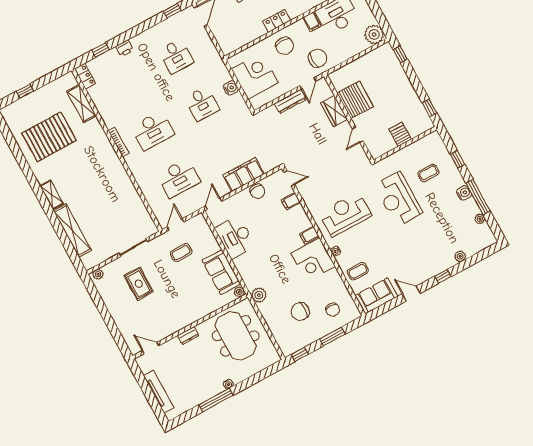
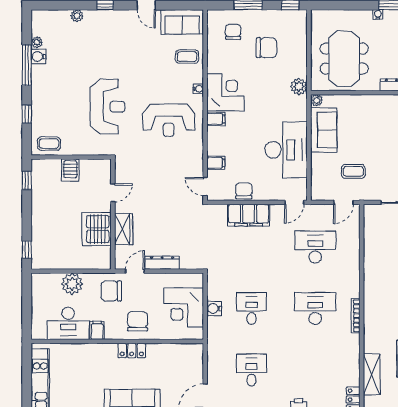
plant: (374, 34) -> (72, 284), moved
coffee table: (428, 173) -> (49, 144), moved
water cooler: (464, 193) -> (38, 57), moved
desk: (235, 237) -> (286, 150), width x1.36, depth x1.30

